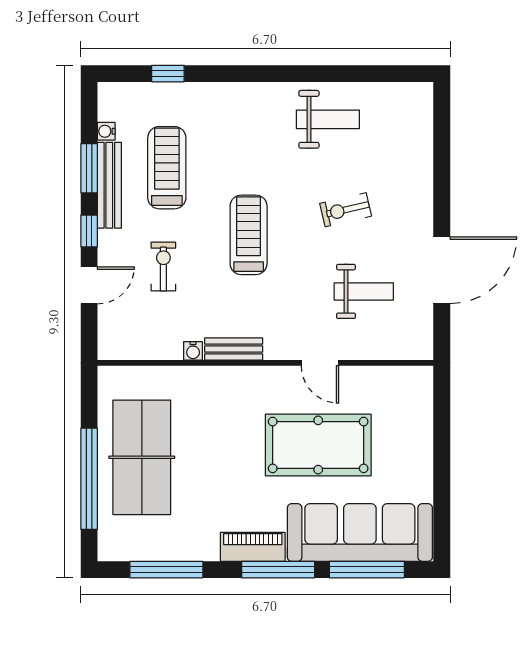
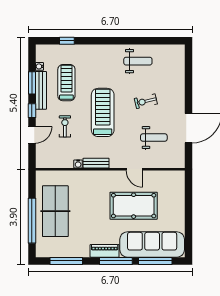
treadmill: (249, 235) -> (103, 112), width x1.37, depth x1.38

